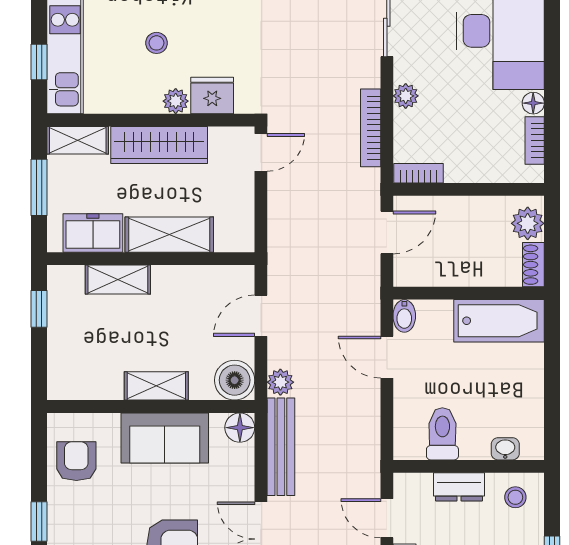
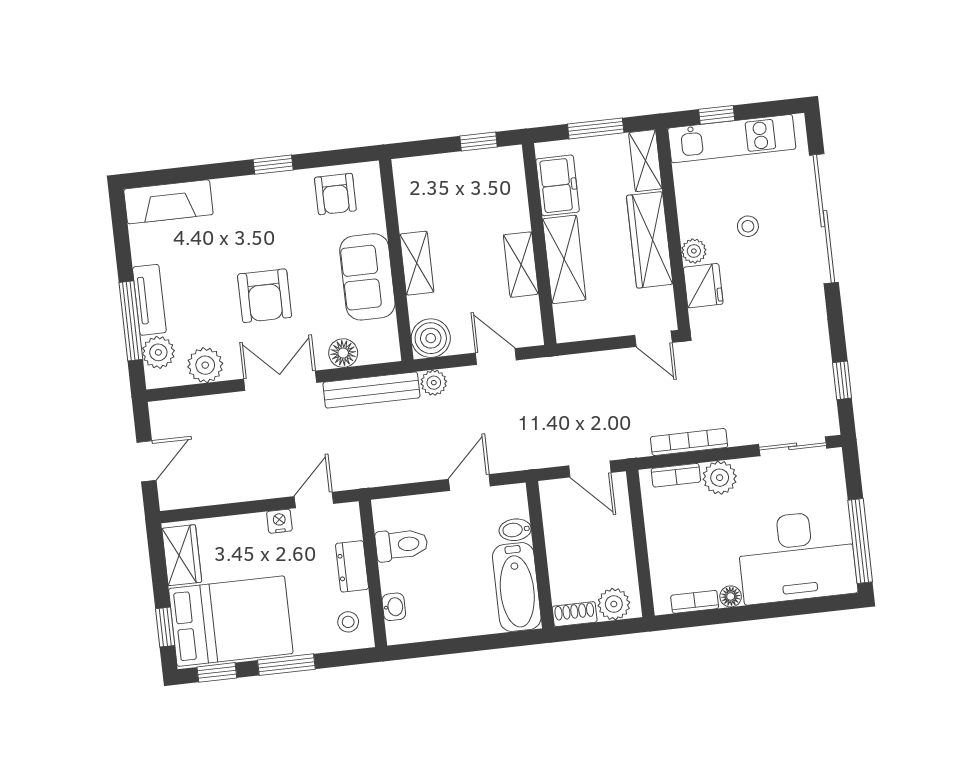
plant: (406, 96) -> (720, 478), width x1.38, depth x1.38
bookcase: (418, 173) -> (676, 475), moved, turned 90
shelving: (118, 279) -> (521, 265), moved
bidet: (404, 316) -> (515, 530), moved
floor lamp: (240, 428) -> (343, 353), moved
armchair: (76, 461) -> (335, 194), turned 90

